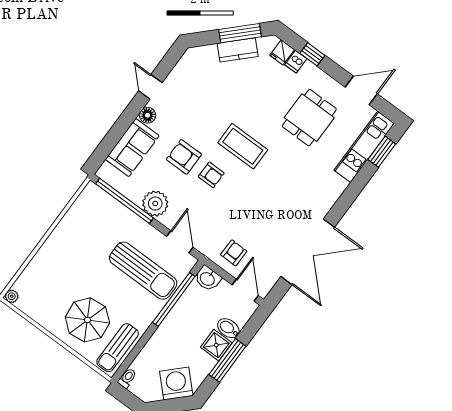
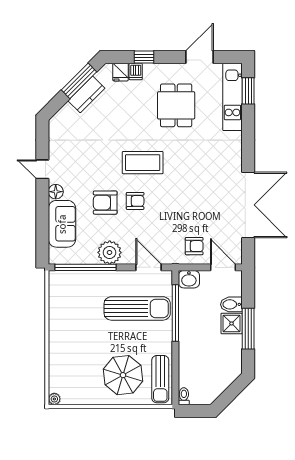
armchair: (234, 253) -> (194, 246), turned 89
washing machine: (176, 383) -> (223, 374), removed

